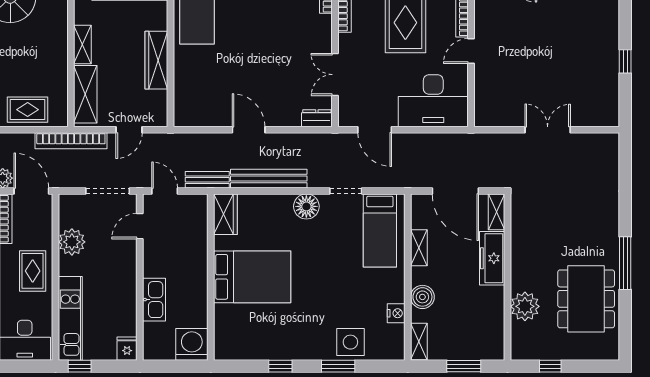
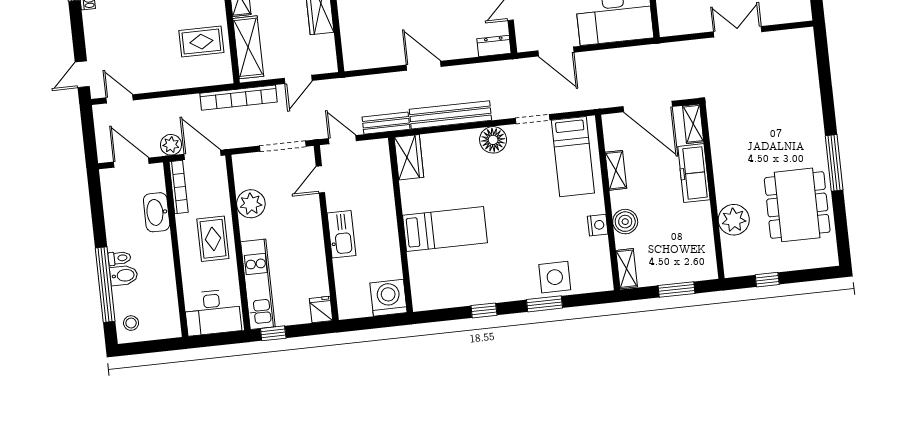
rug: (28, 110) -> (201, 42), moved
bed: (252, 277) -> (445, 229), width x0.67
kitchen sink: (154, 300) -> (342, 234), moved
nightstand: (396, 313) -> (598, 225), moved

